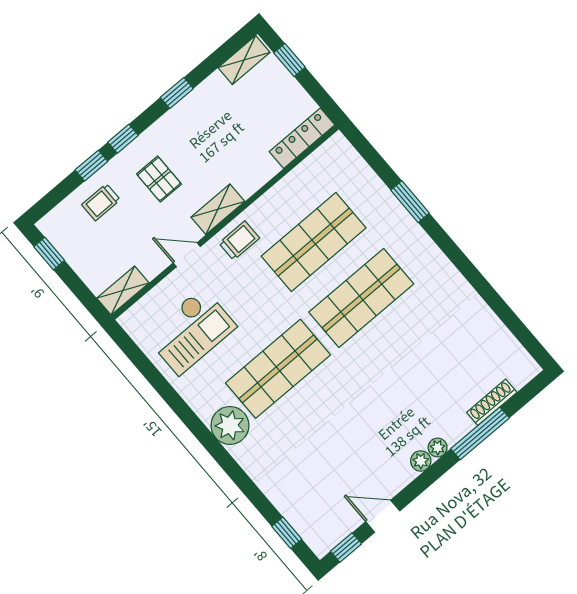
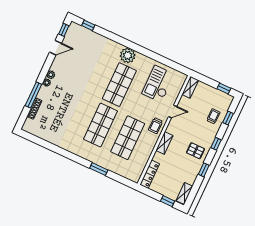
window: (91, 166) -> (228, 118), moved
pallet: (159, 179) -> (196, 151), moved
shelving: (218, 209) -> (164, 143), moved

